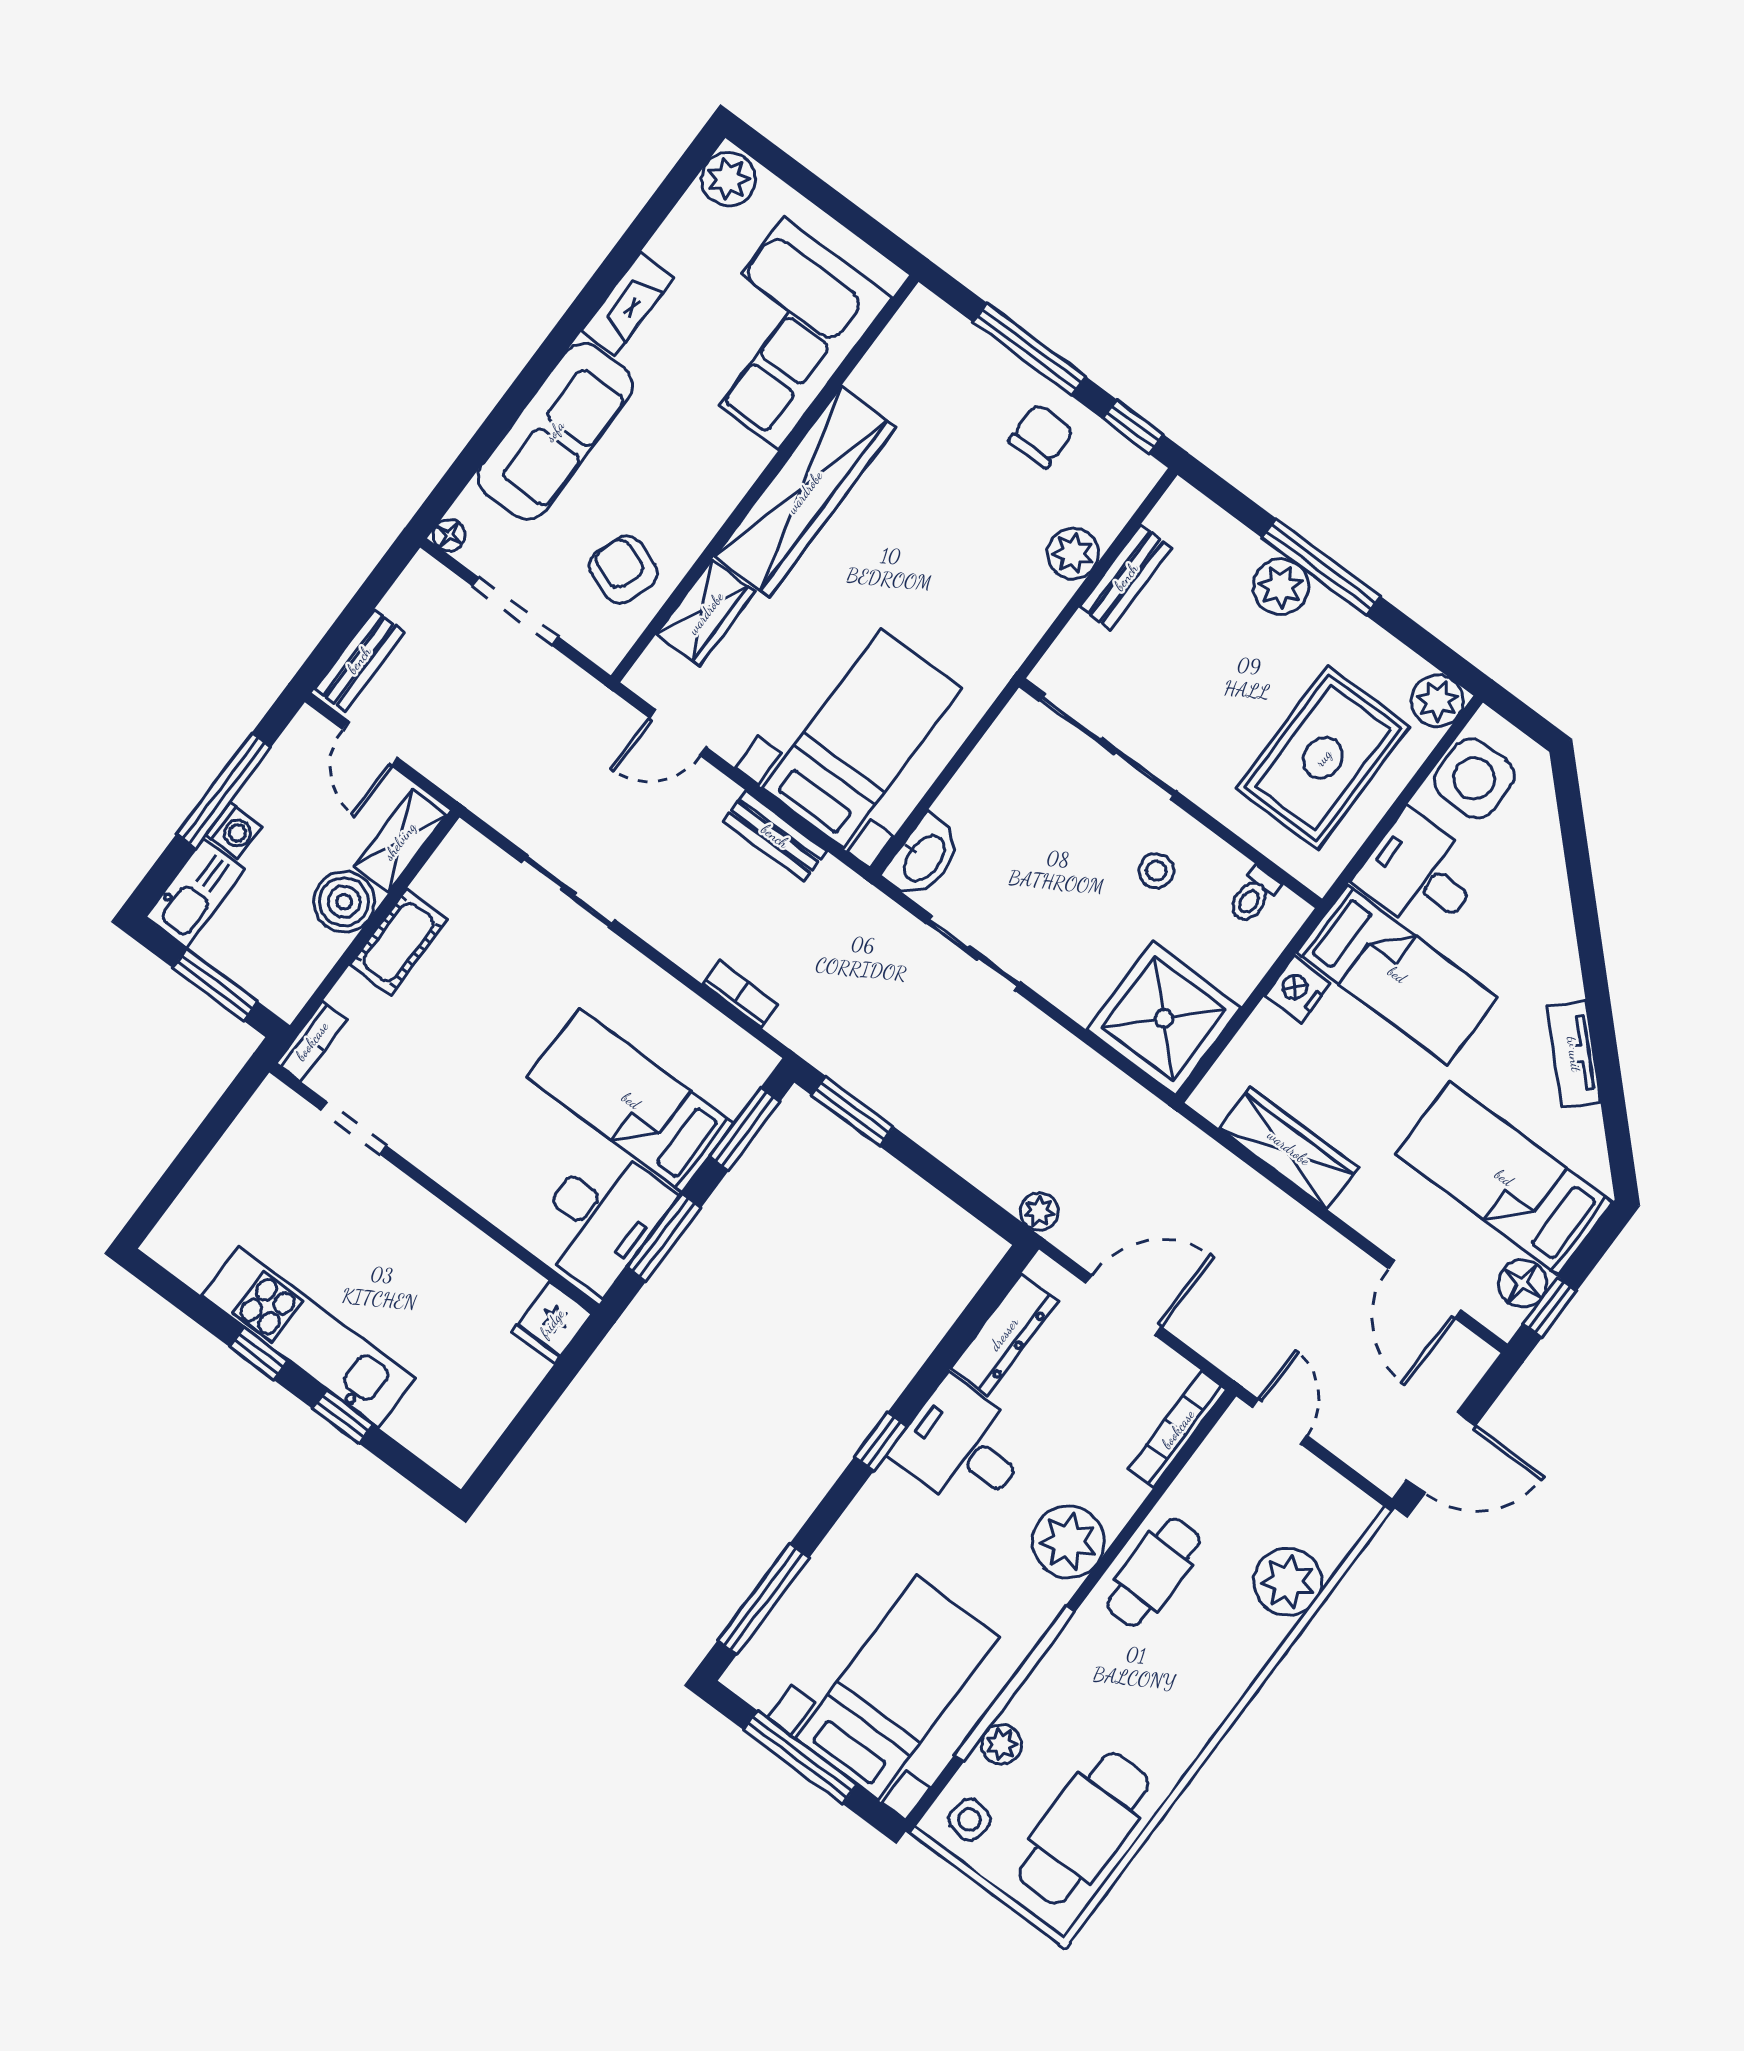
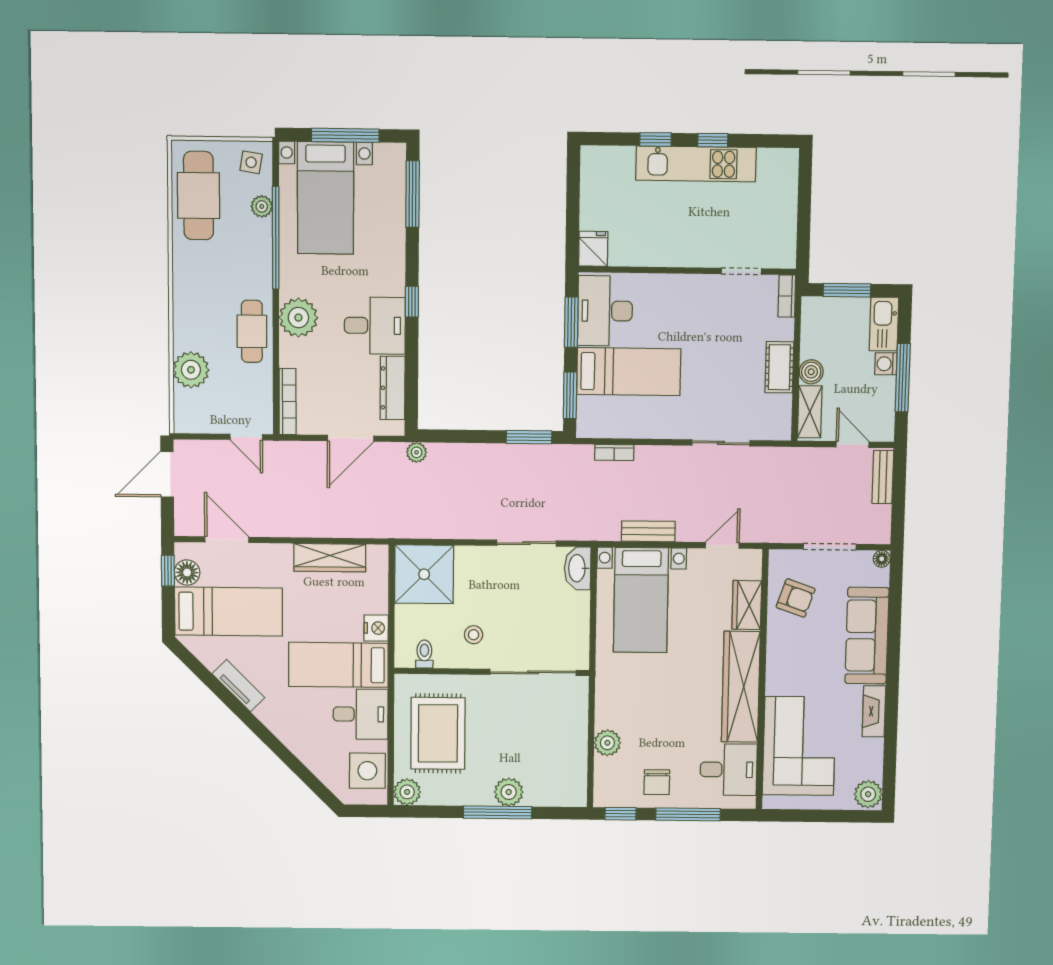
desk: (916, 375) -> (729, 770), added
bench: (1126, 577) -> (578, 749), removed
boiler: (344, 902) -> (811, 372), width x0.73, depth x0.73

